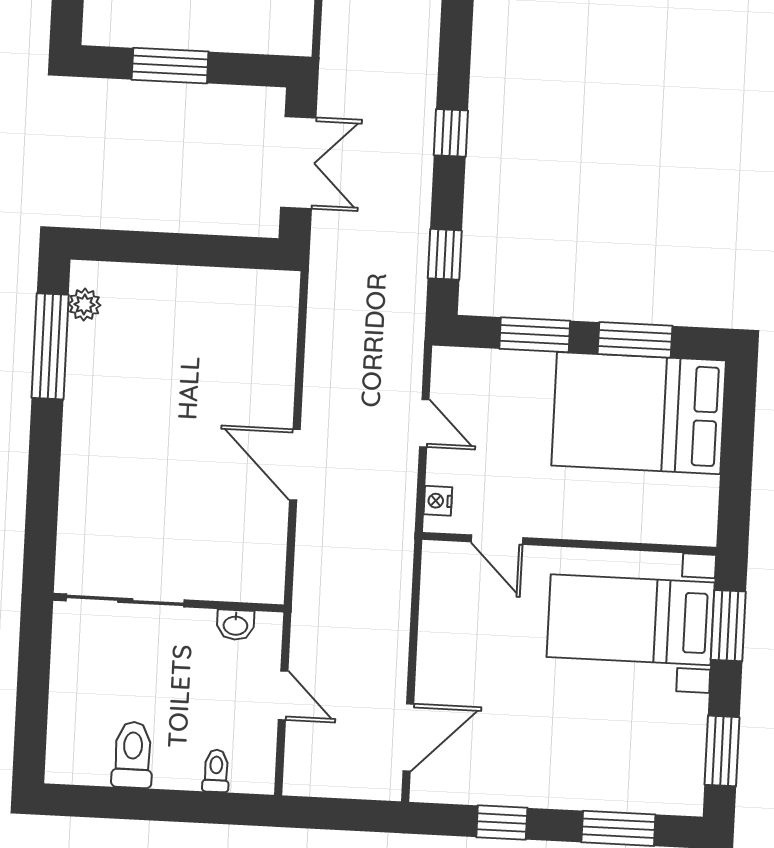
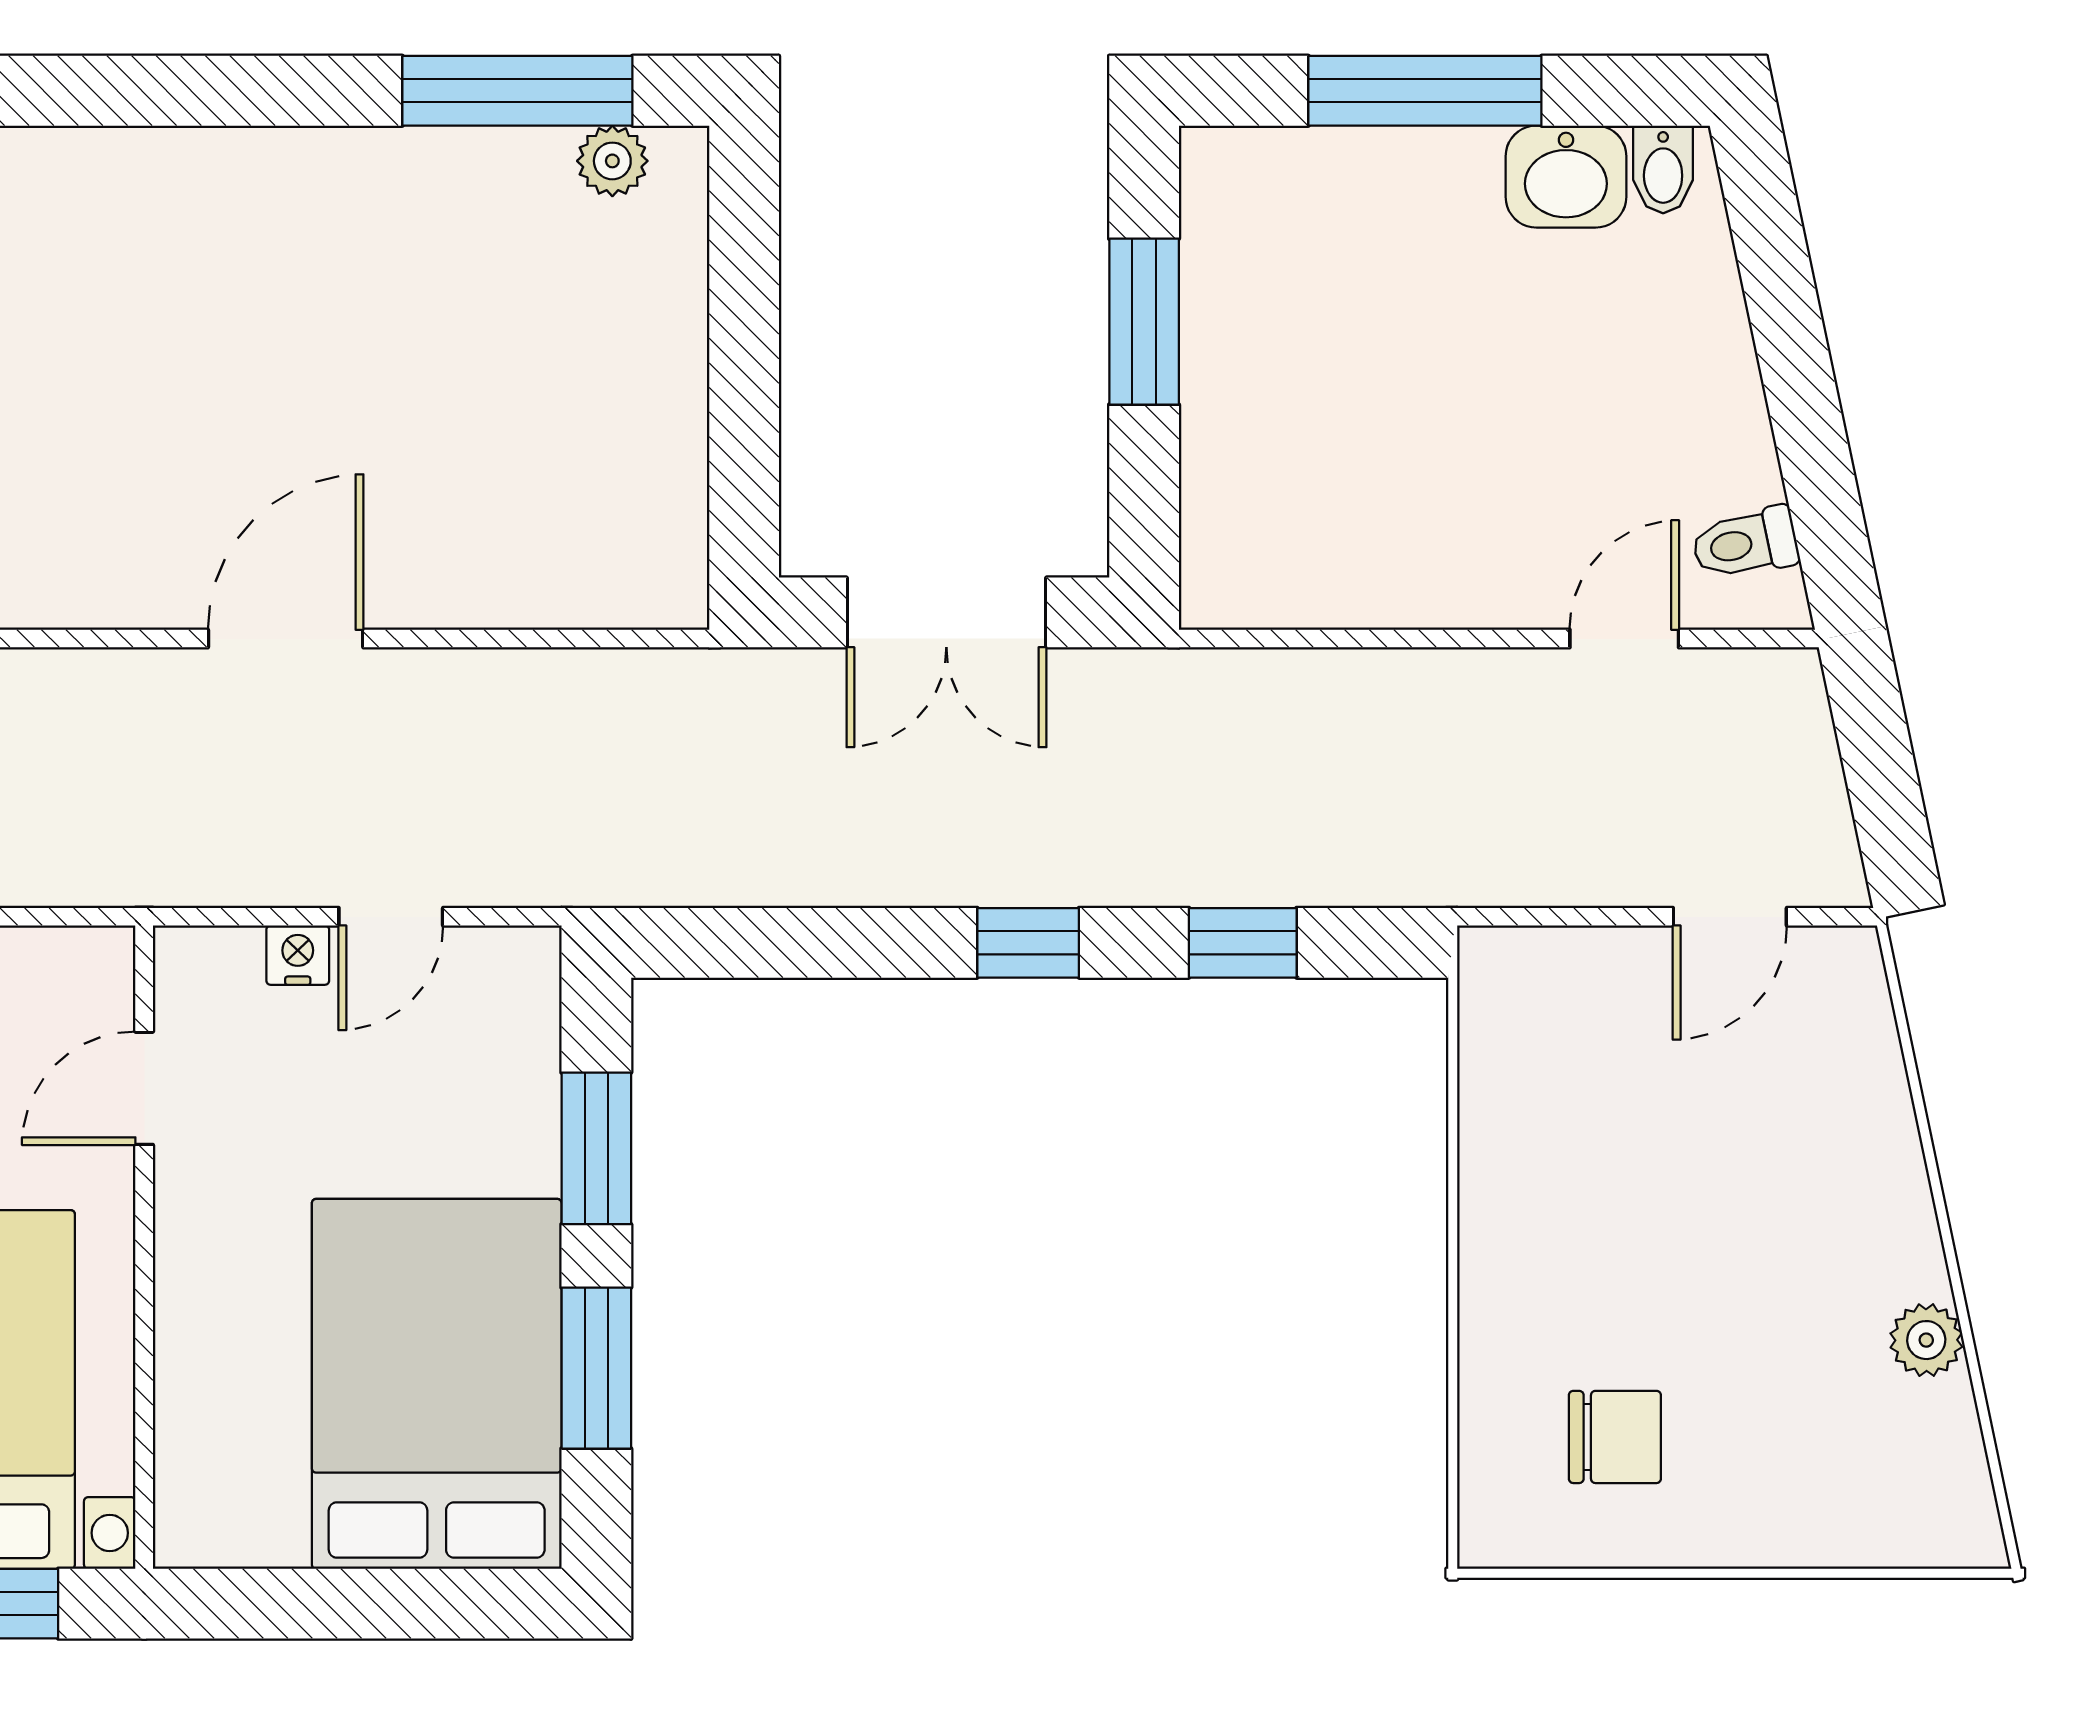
window: (445, 254) -> (1243, 943), moved
nightstand: (438, 501) -> (298, 955), moved

